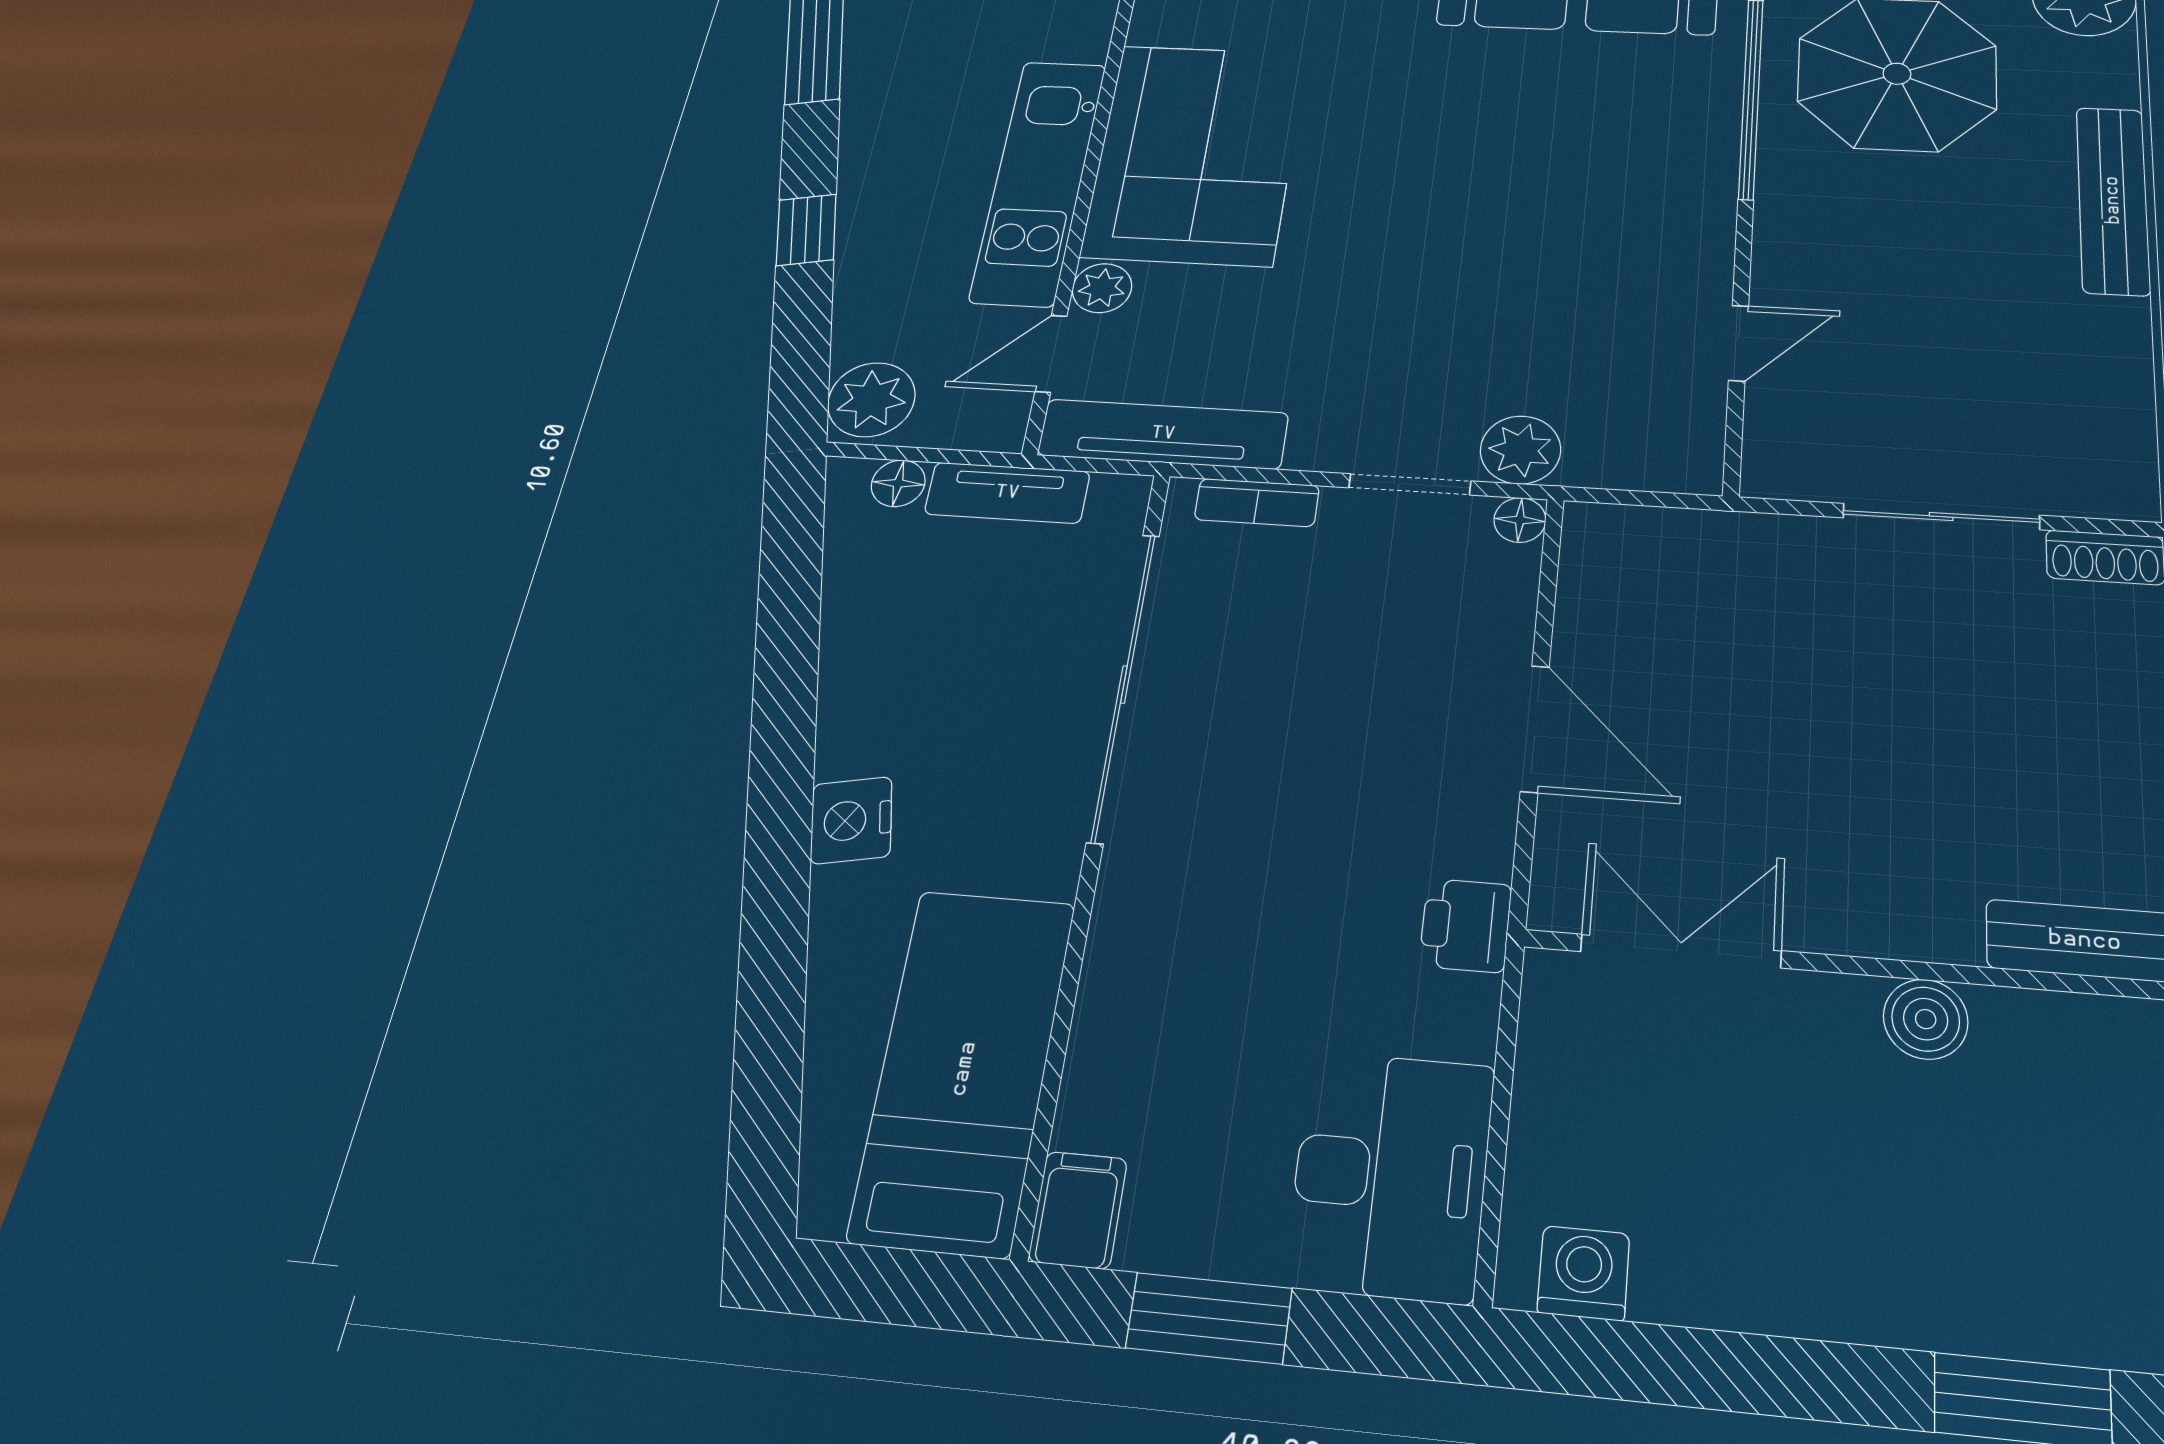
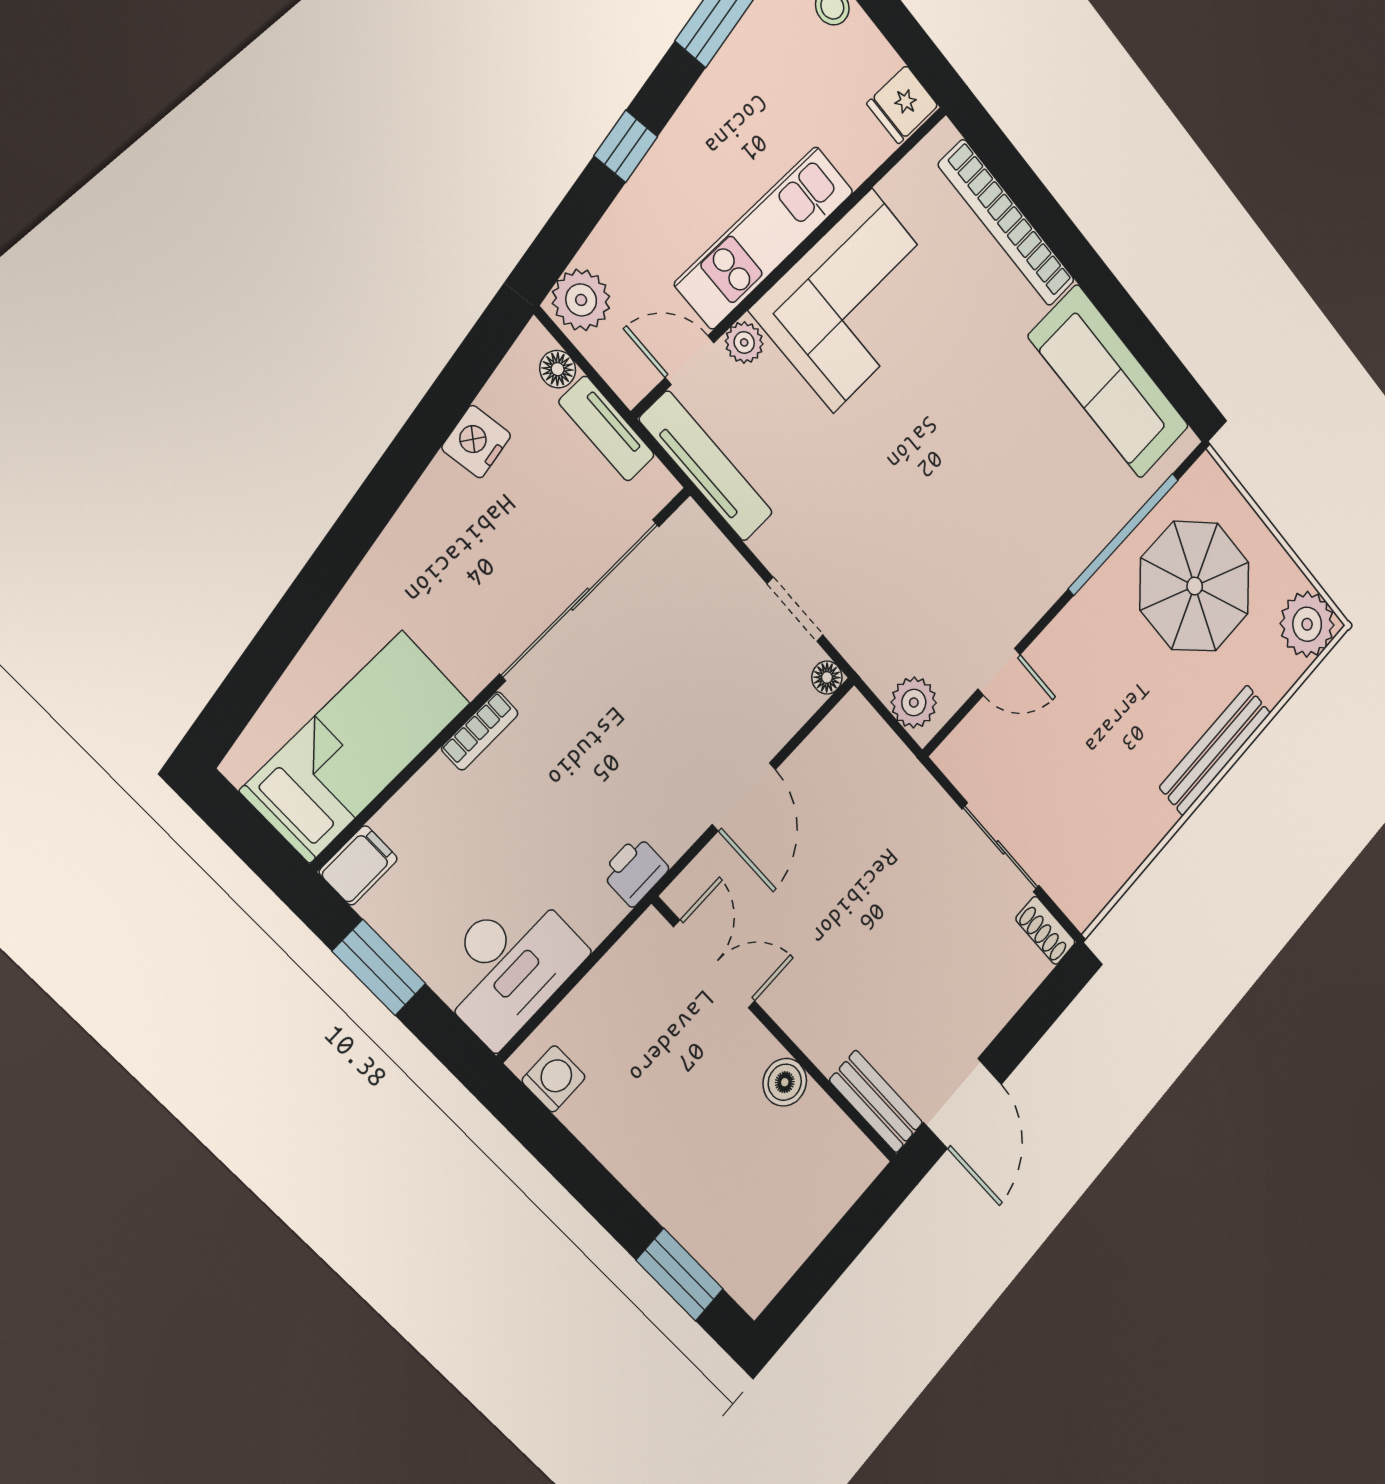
plant: (1520, 450) -> (914, 703), moved
bookcase: (1257, 503) -> (480, 731), moved, turned -90
nightstand: (851, 820) -> (476, 442), moved

